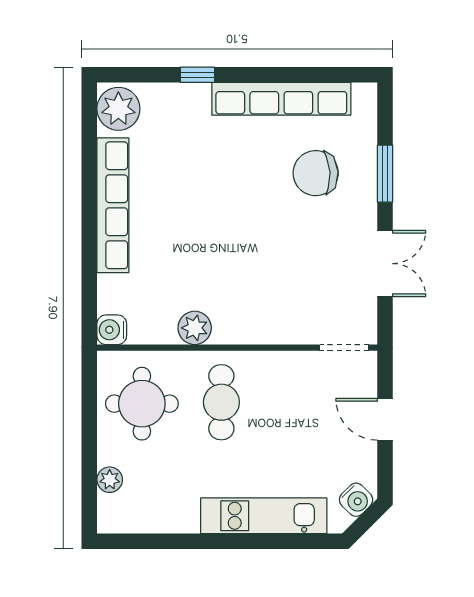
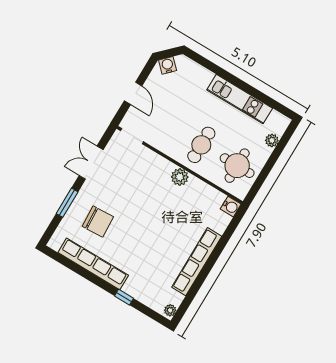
plant: (118, 109) -> (170, 310), width x0.53, depth x0.53
plant: (195, 328) -> (180, 177), moved
kitchen unit: (264, 516) -> (240, 99), moved

